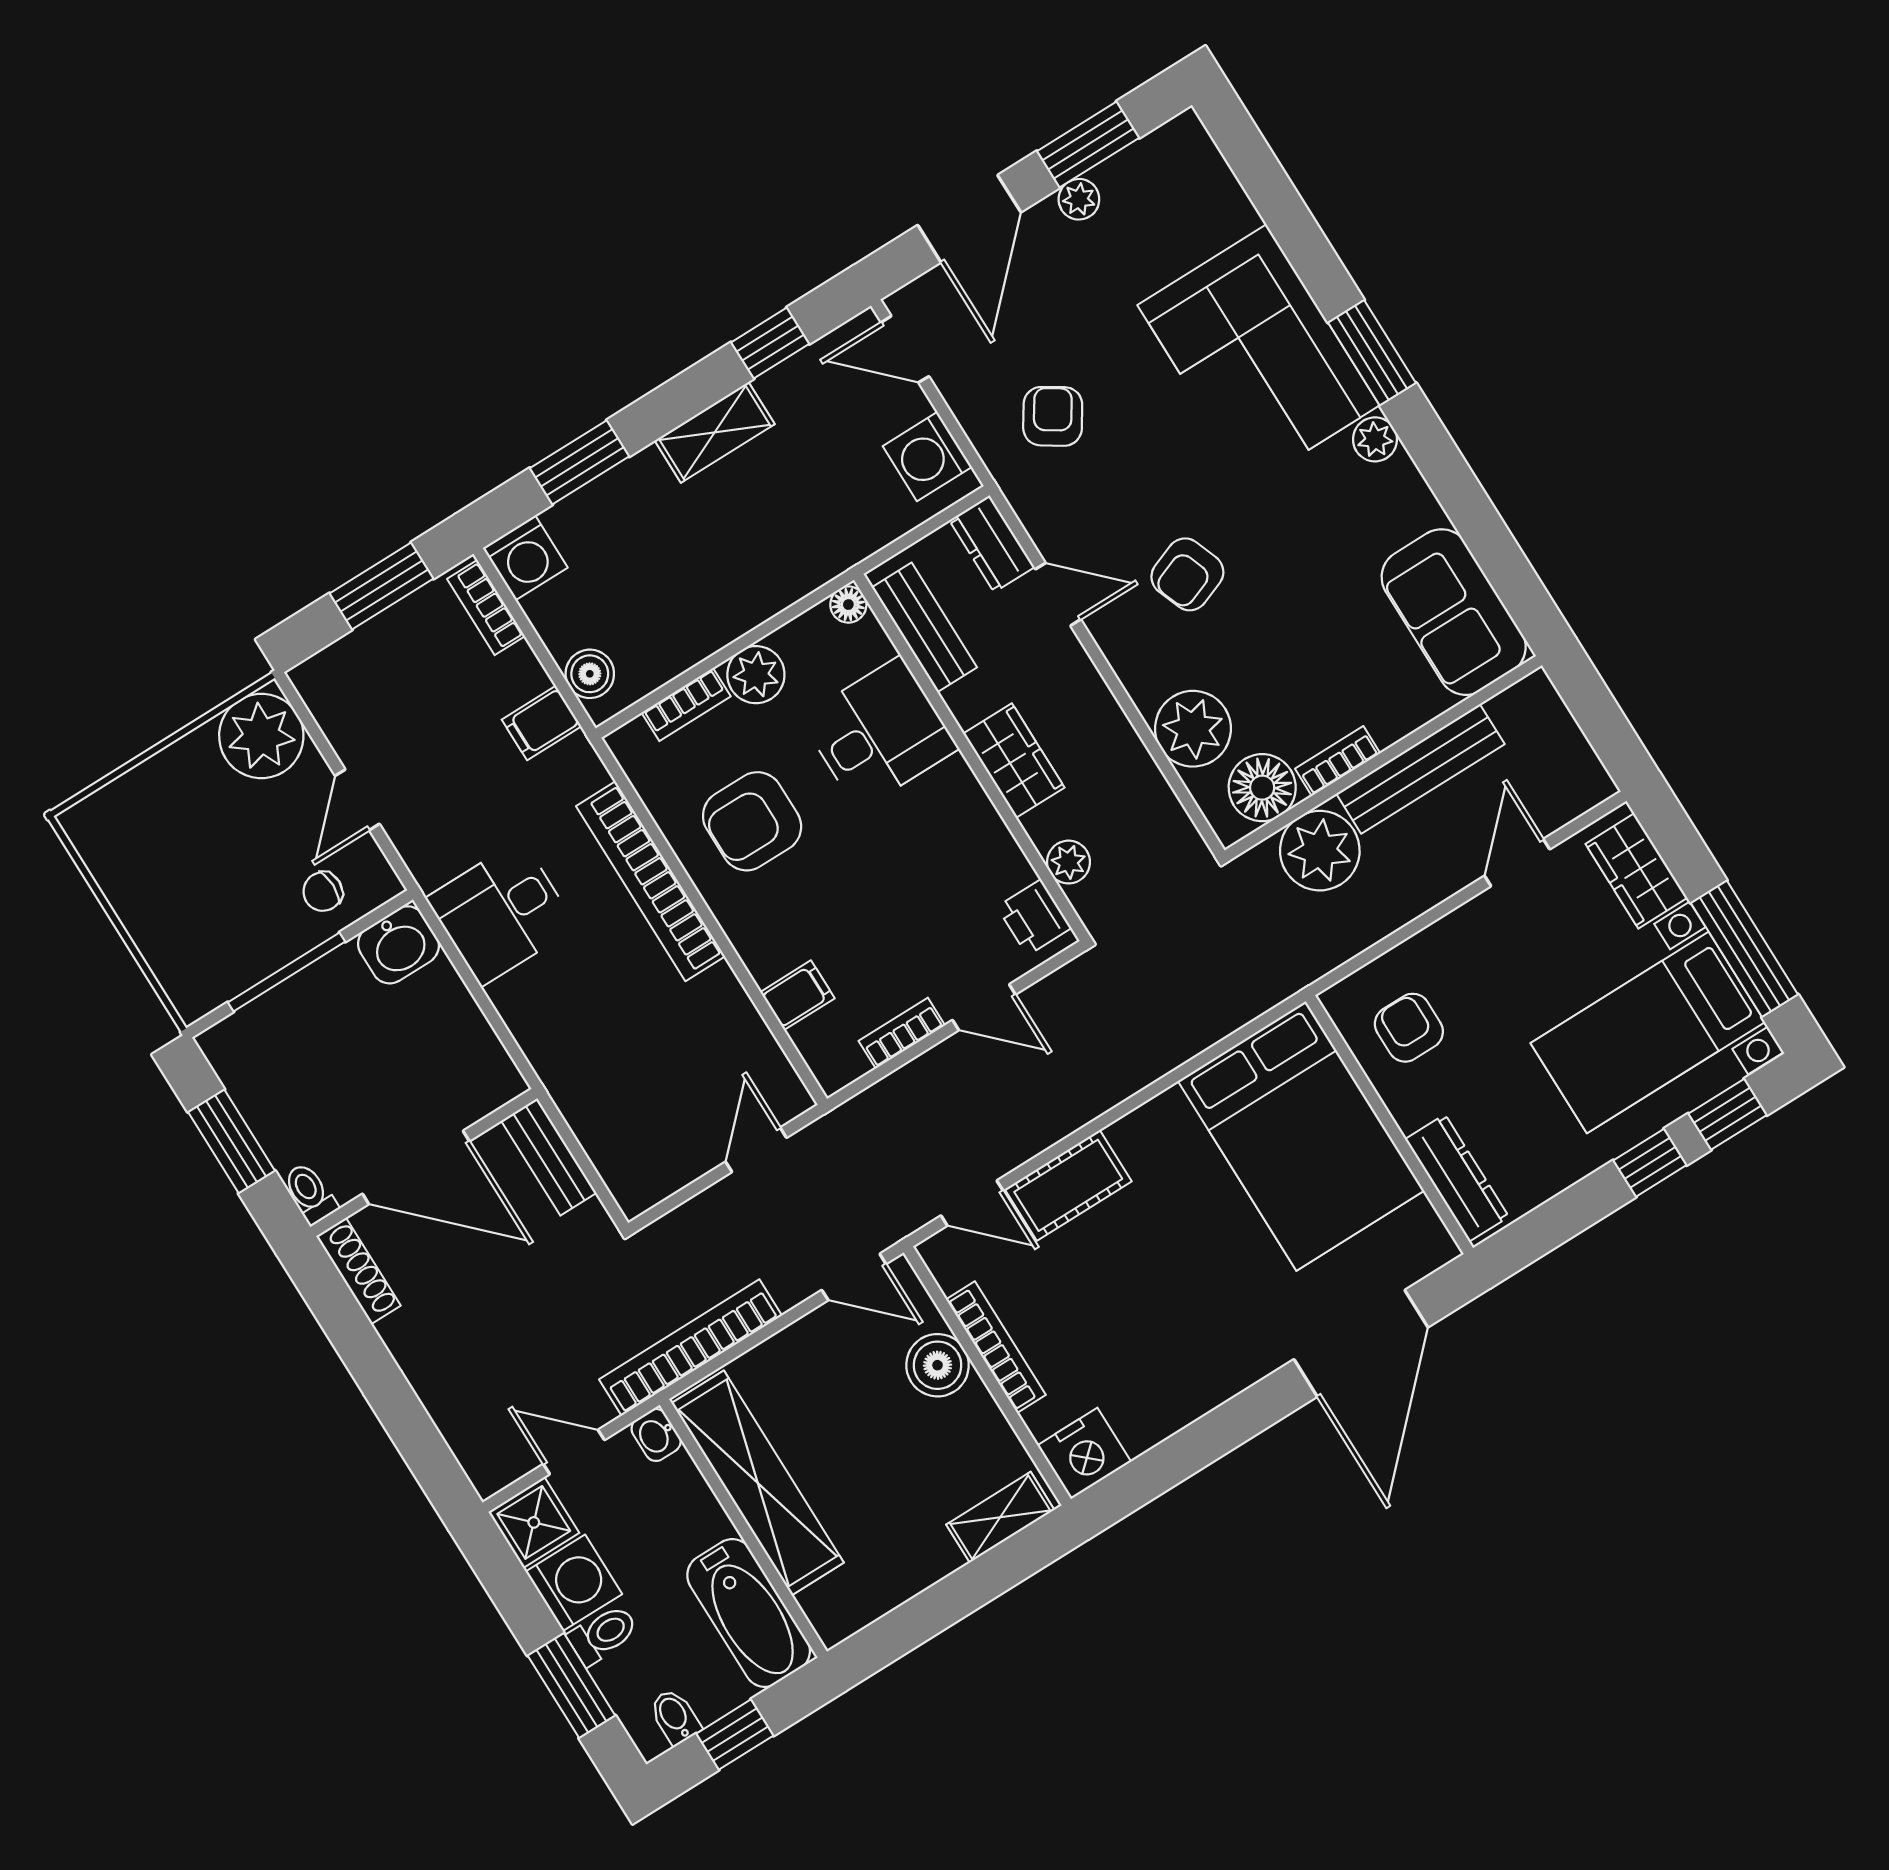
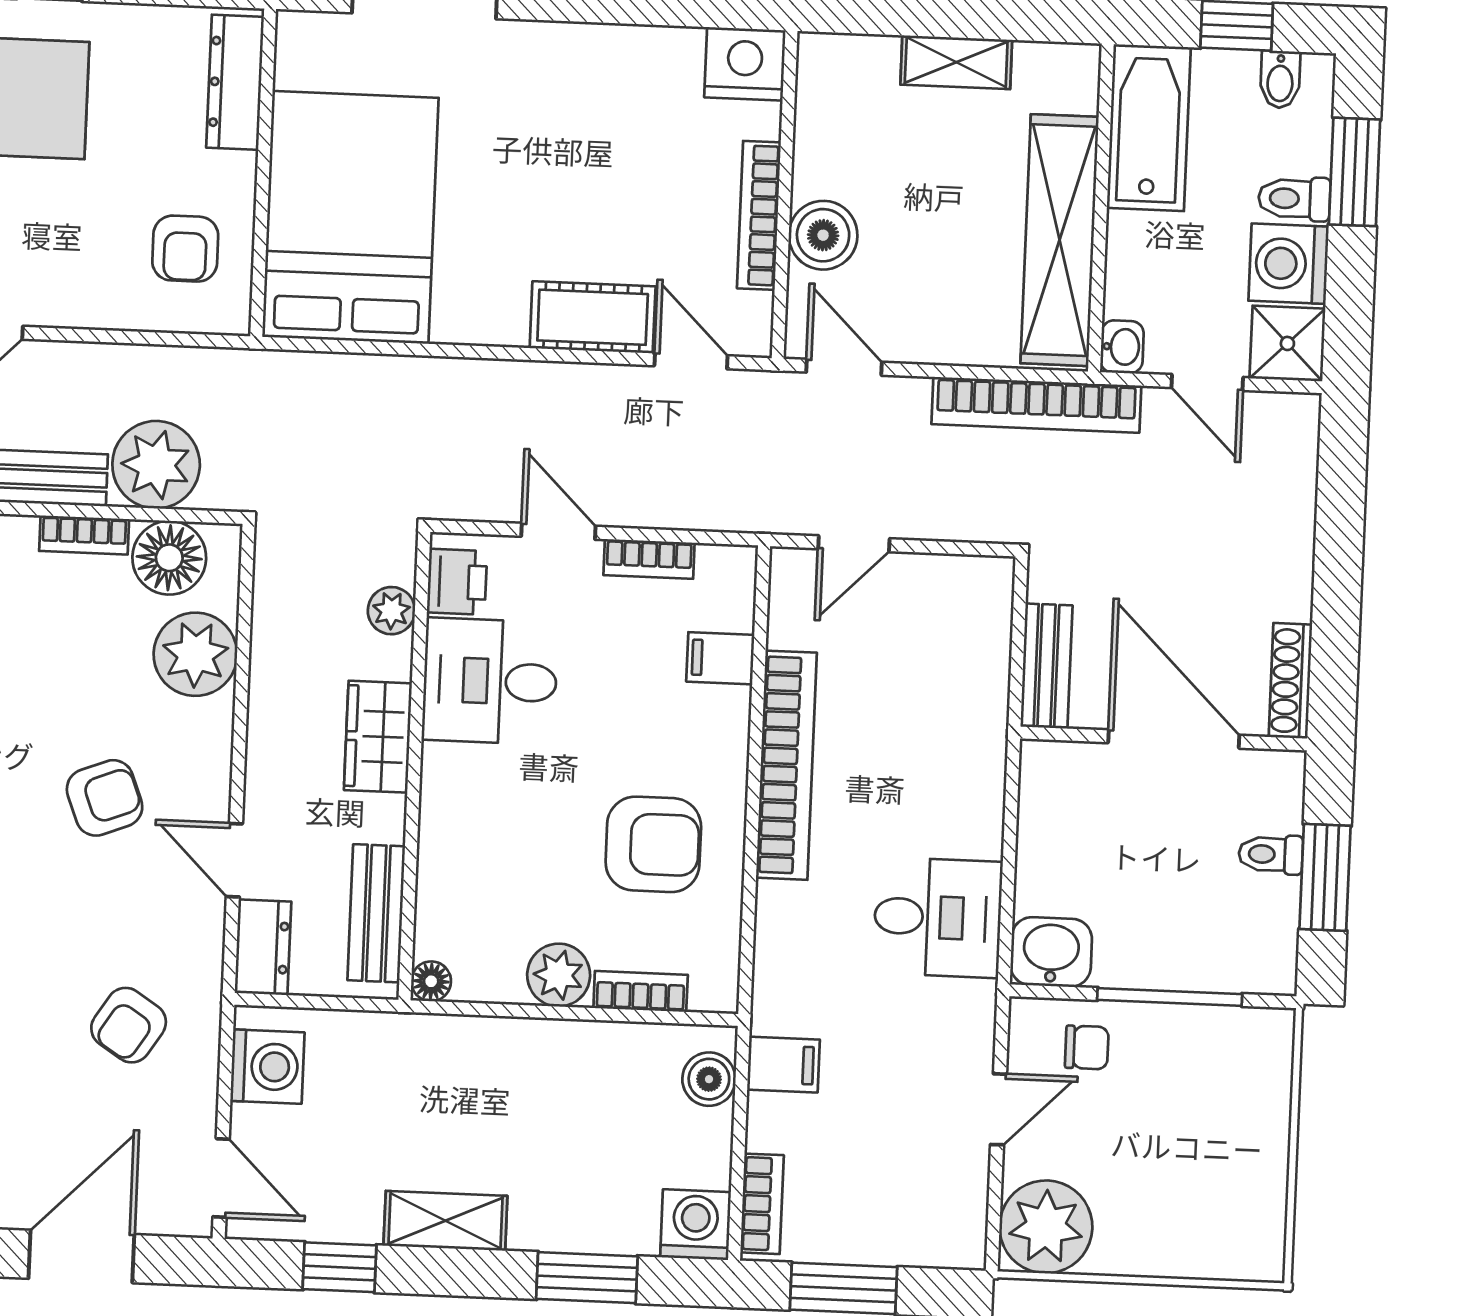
desk: (879, 733) -> (490, 681), moved
bookcase: (651, 881) -> (786, 765), moved
toilet: (310, 1193) -> (1271, 854), moved, turned 90
shelving: (1000, 1517) -> (956, 62), moved

